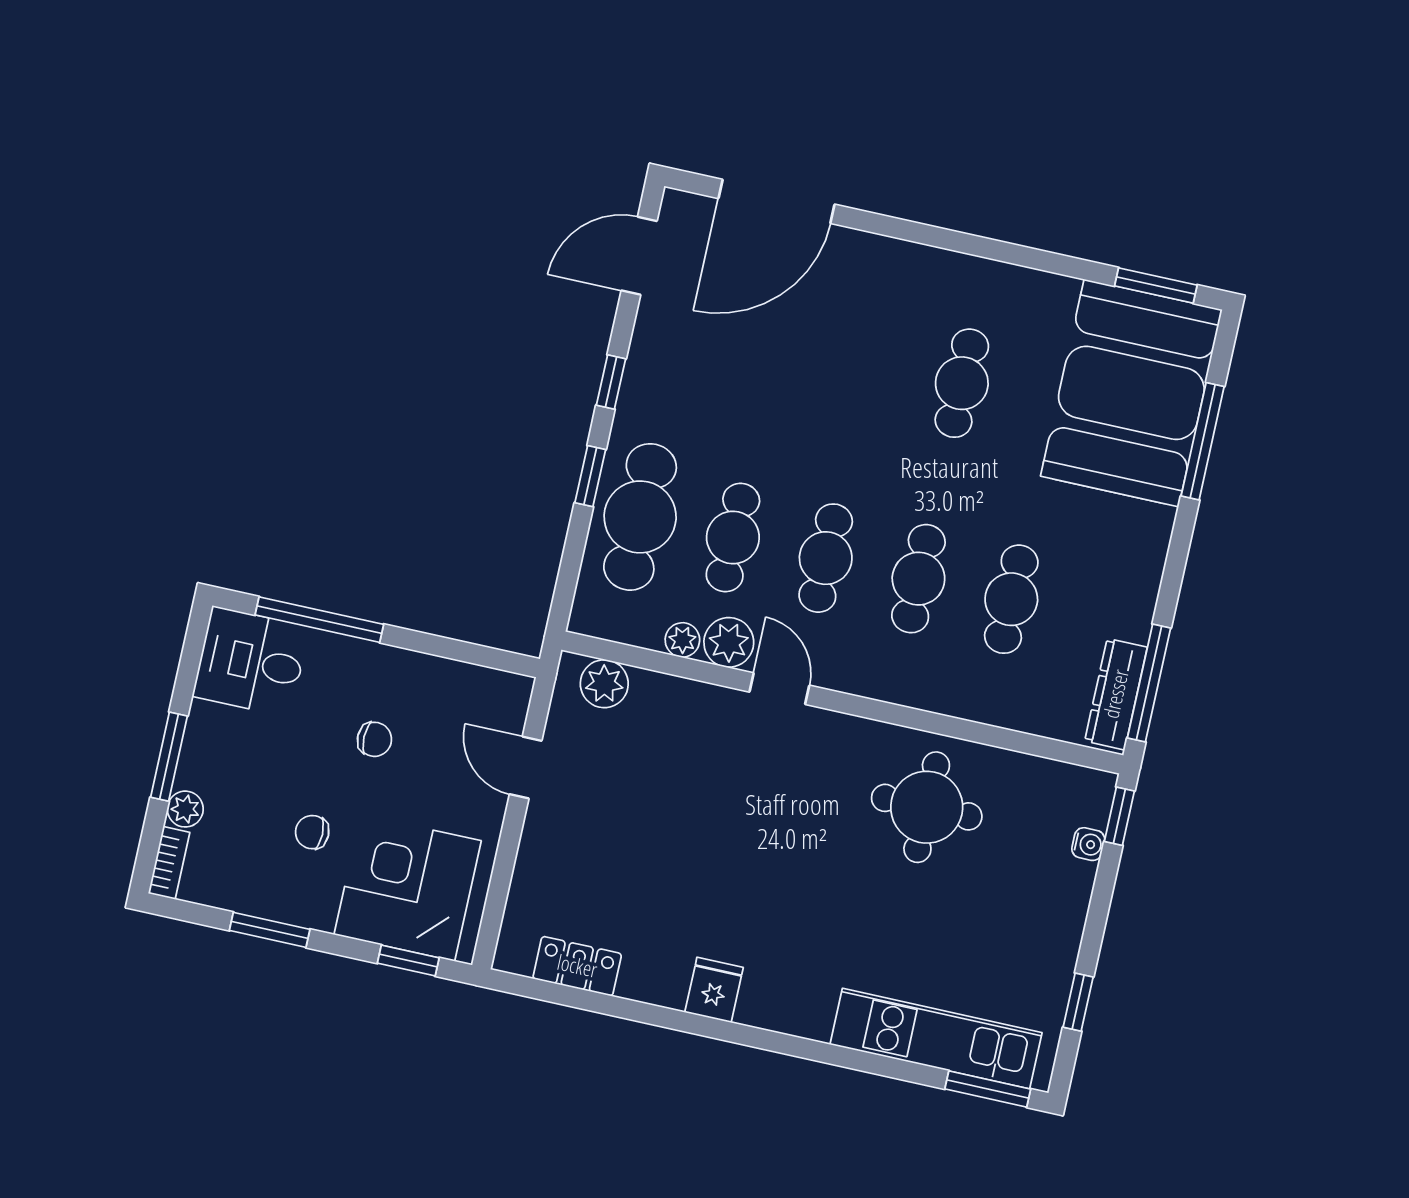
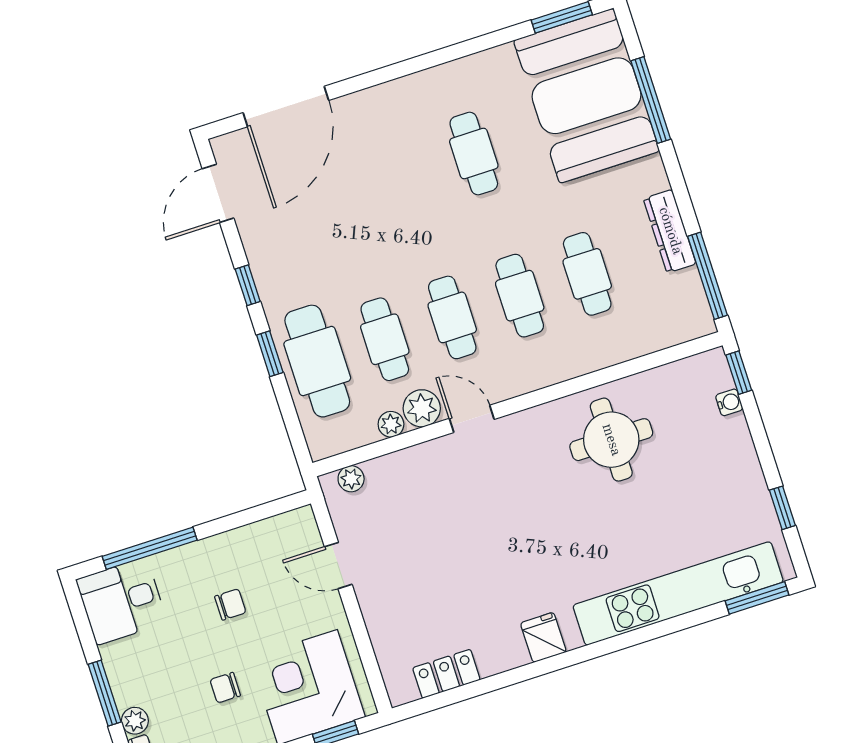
plant: (604, 684) -> (351, 479), width x0.73, depth x0.73
dresser: (1116, 694) -> (670, 231), moved
kitchen unit: (936, 1039) -> (678, 594), width x1.36

